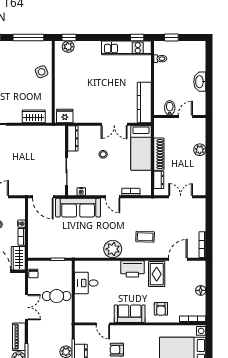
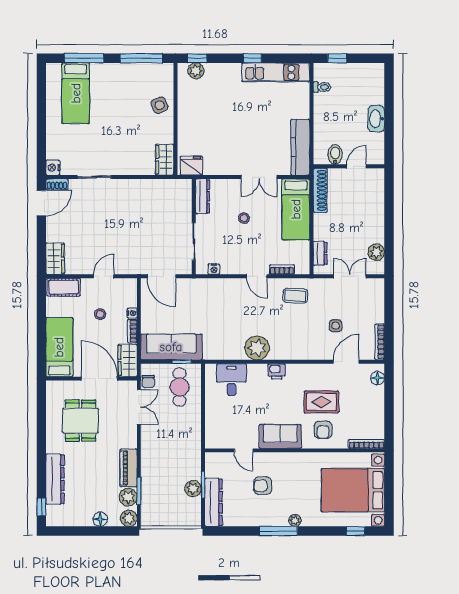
window: (137, 38) -> (252, 58), moved
wardrobe: (34, 116) -> (165, 160), moved, turned -90
plant: (200, 150) -> (376, 252), moved
shoe rack: (159, 154) -> (320, 190), moved
sofa: (78, 208) -> (171, 347), moved, turned 180
side table: (170, 233) -> (336, 326), added
coffee table: (145, 237) -> (295, 296), moved
printer: (132, 269) -> (277, 371), width x0.53, depth x0.68
rug: (157, 274) -> (321, 402), moved, turned 90
desk: (86, 283) -> (232, 380), moved, turned 90
floor lamp: (201, 290) -> (378, 378), moved
cafe table: (57, 296) -> (179, 387), moved, turned 90
double door: (26, 307) -> (139, 407), moved

